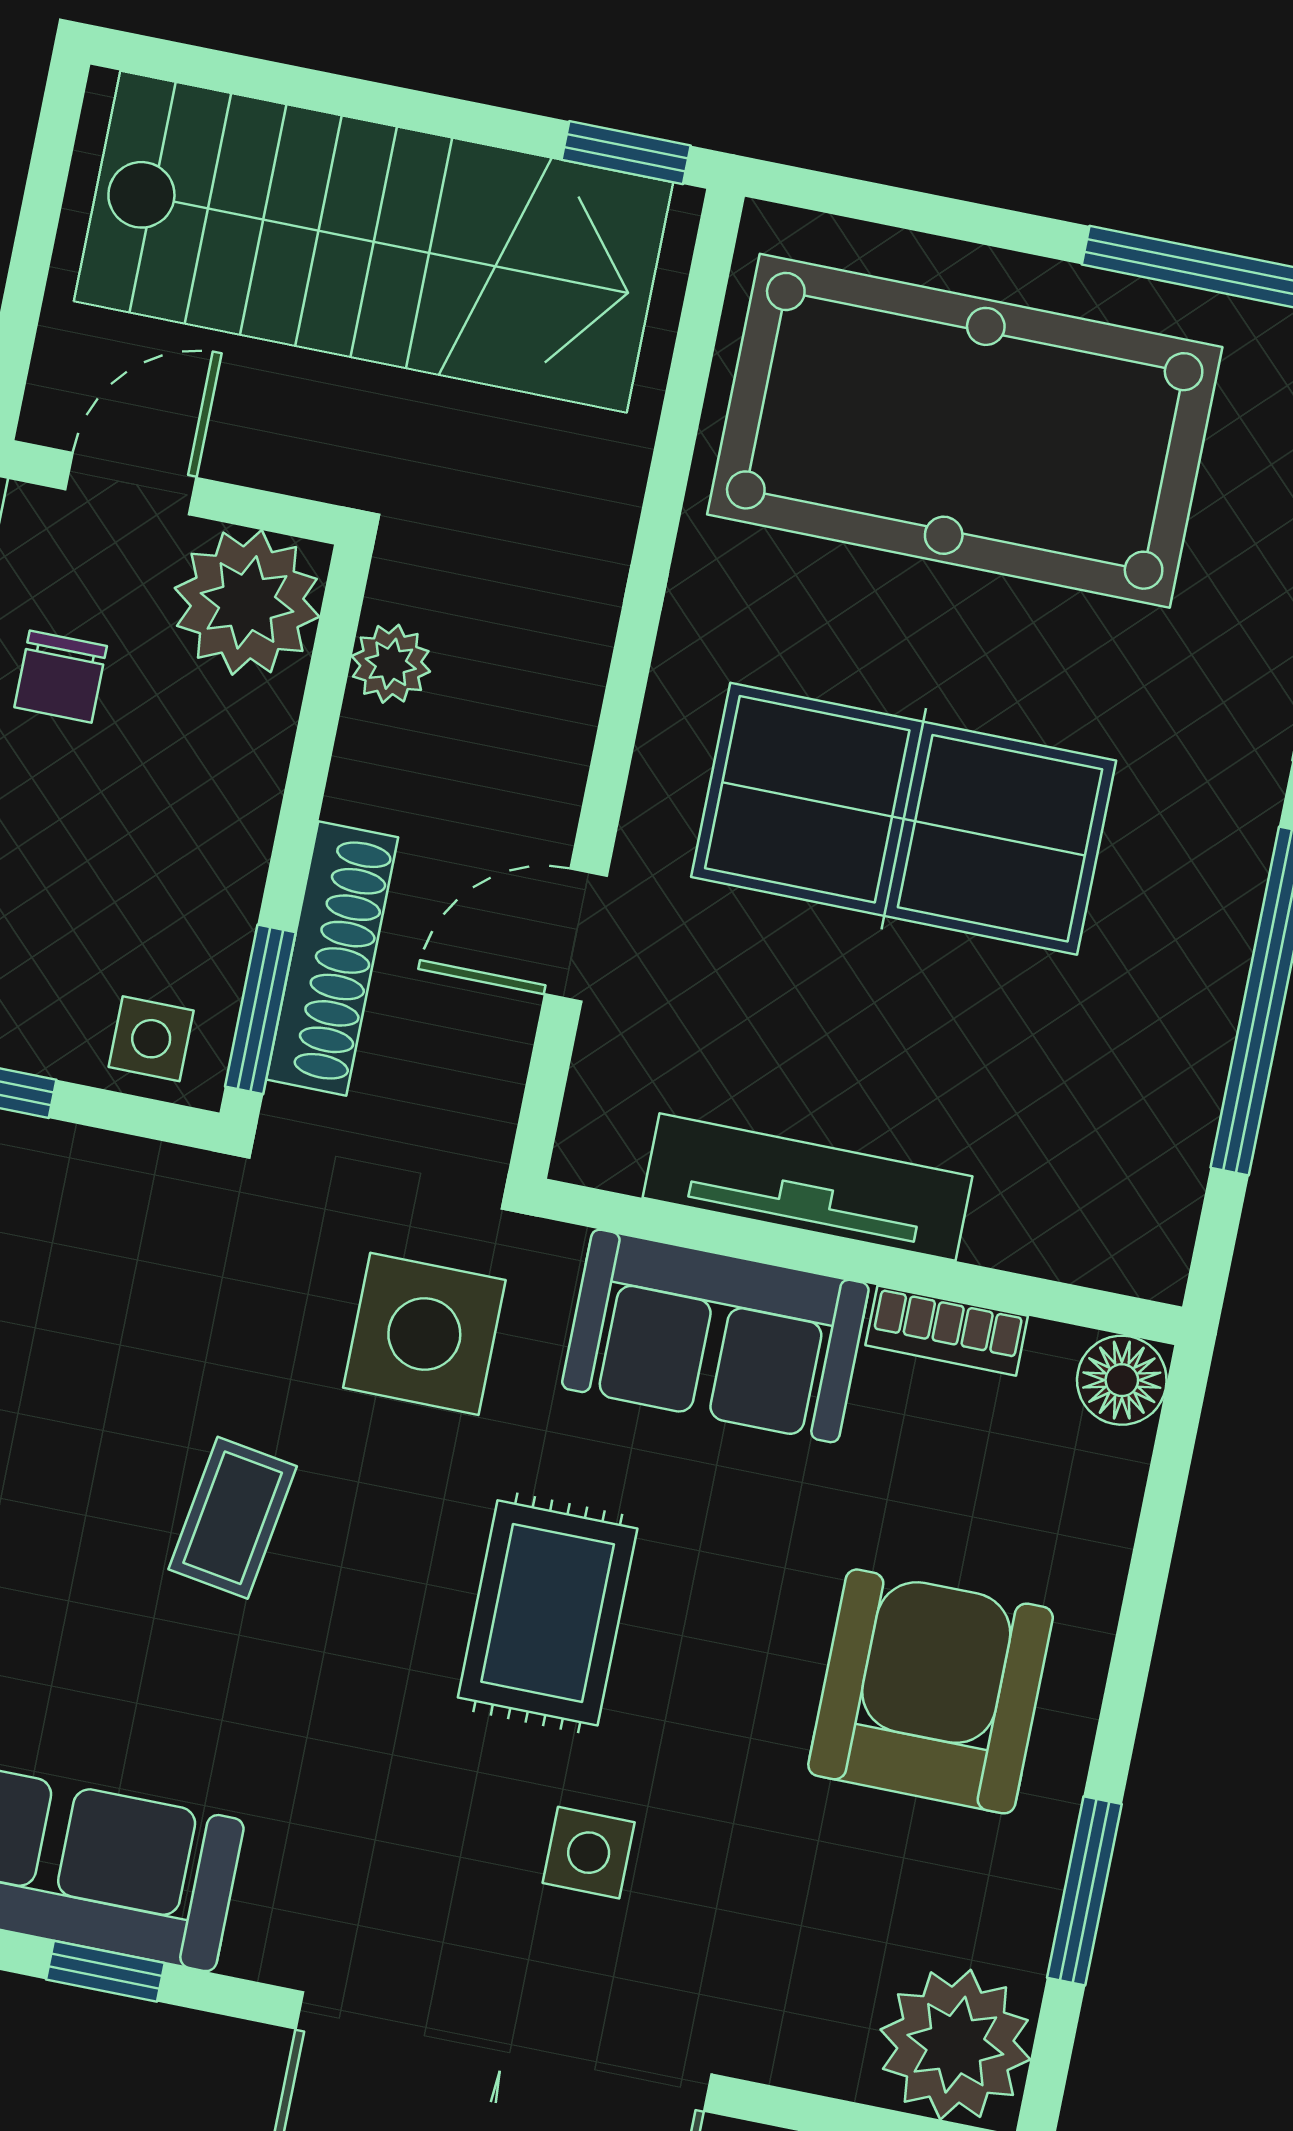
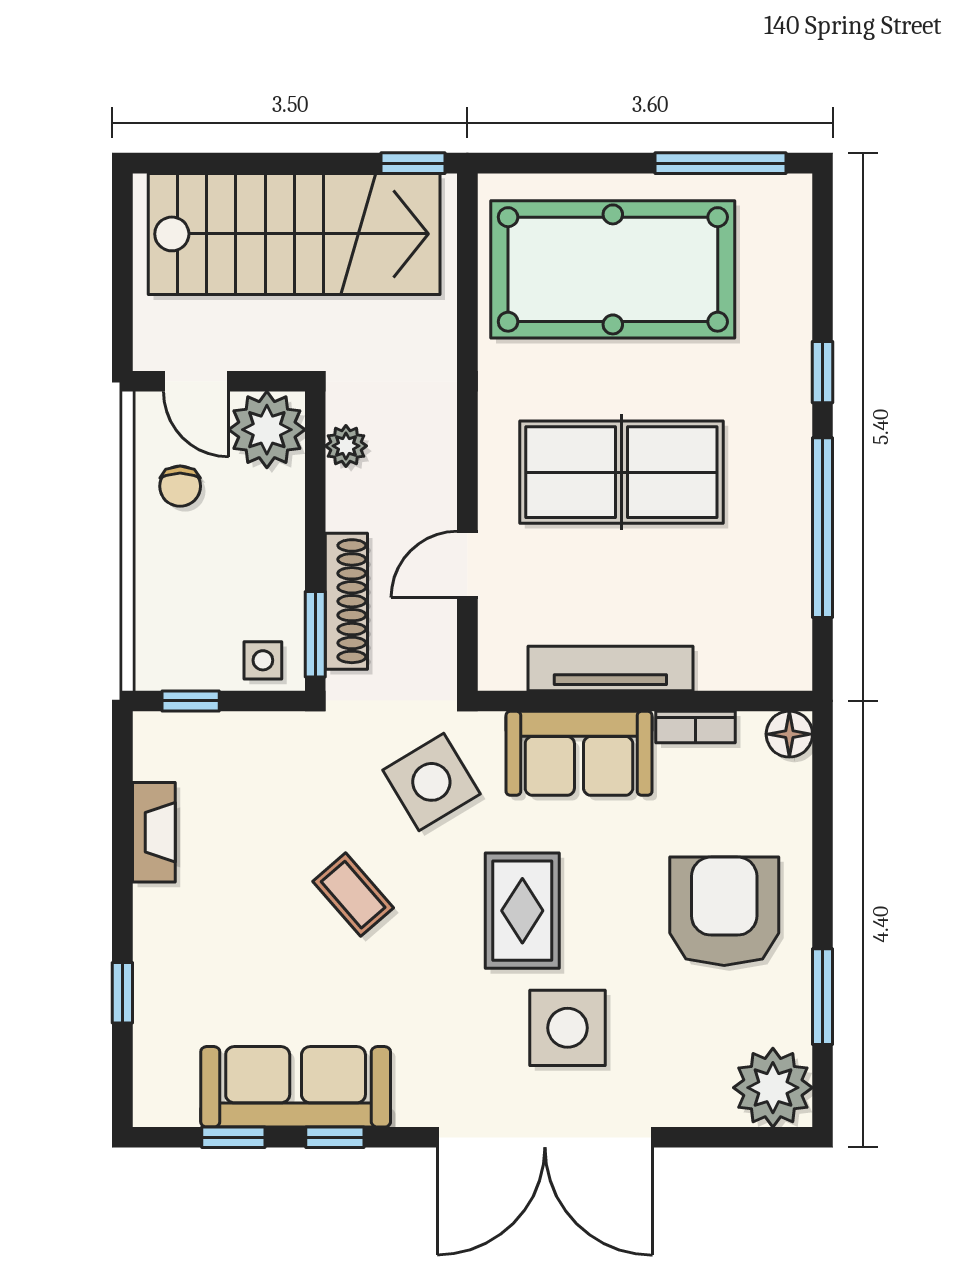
door: (131, 484) -> (196, 381), swing flipped
side table: (424, 1334) -> (431, 782), turned -31
coffee table: (233, 1518) -> (353, 895), turned -50
side table: (589, 1853) -> (568, 1028), width x1.87, depth x1.87

